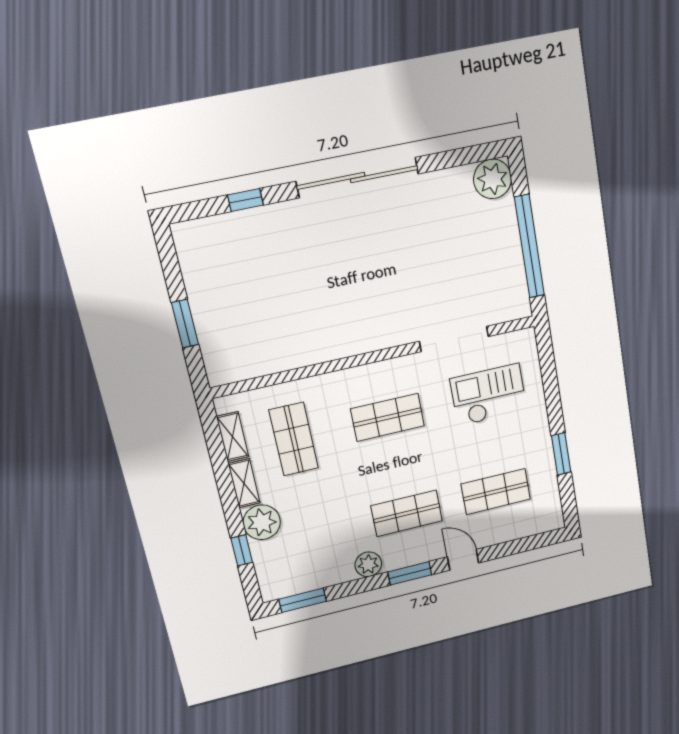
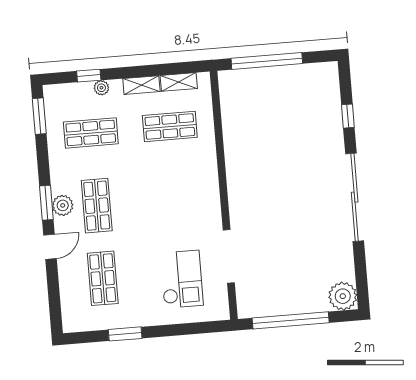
window: (185, 324) -> (267, 61), width x2.11
shop shelf: (388, 417) -> (91, 133), moved, turned 90
plant: (262, 522) -> (101, 88), width x0.53, depth x0.53
plant: (368, 564) -> (63, 205), moved

